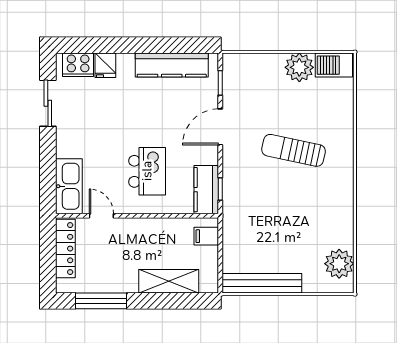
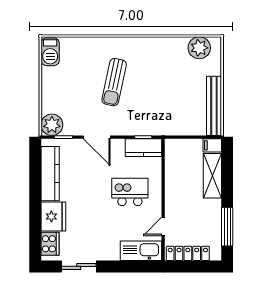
fridge: (105, 65) -> (53, 217), width x1.88, depth x1.34
plant: (299, 67) -> (52, 125), moved
filing cabinet: (206, 236) -> (212, 145), moved, turned 90

